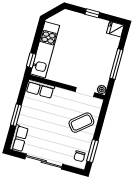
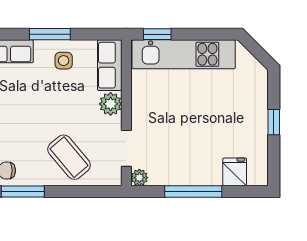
fridge: (115, 29) -> (235, 172), moved
plant: (60, 94) -> (111, 104), added
side table: (31, 112) -> (64, 61), added

